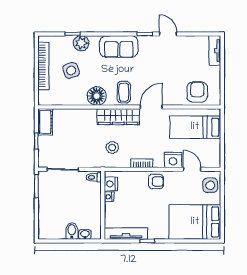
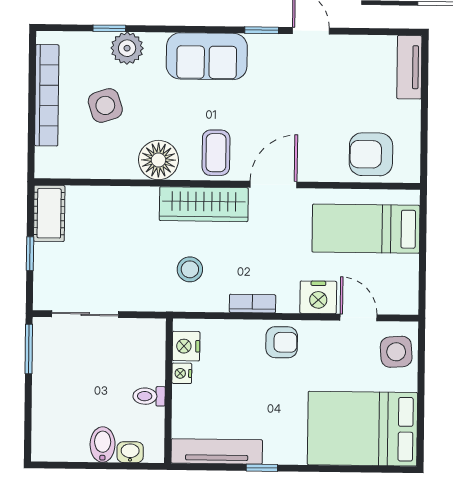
armchair: (197, 92) -> (371, 154), turned -90
toilet: (94, 177) -> (149, 396), moved

